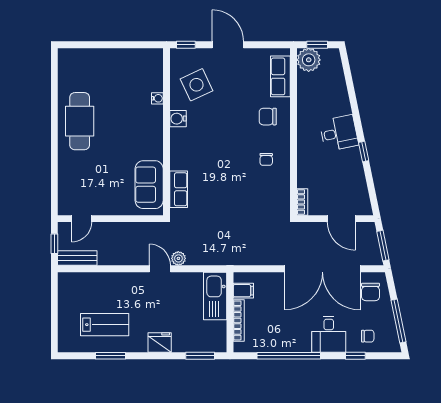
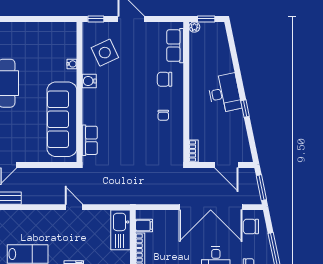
plant: (309, 60) -> (194, 27), width x0.53, depth x0.53
desk: (339, 133) -> (224, 93), width x1.37
sofa: (149, 185) -> (62, 119), width x1.85, depth x1.27
plant: (178, 258) -> (90, 198), removed
chair: (371, 292) -> (251, 227), turned 90

